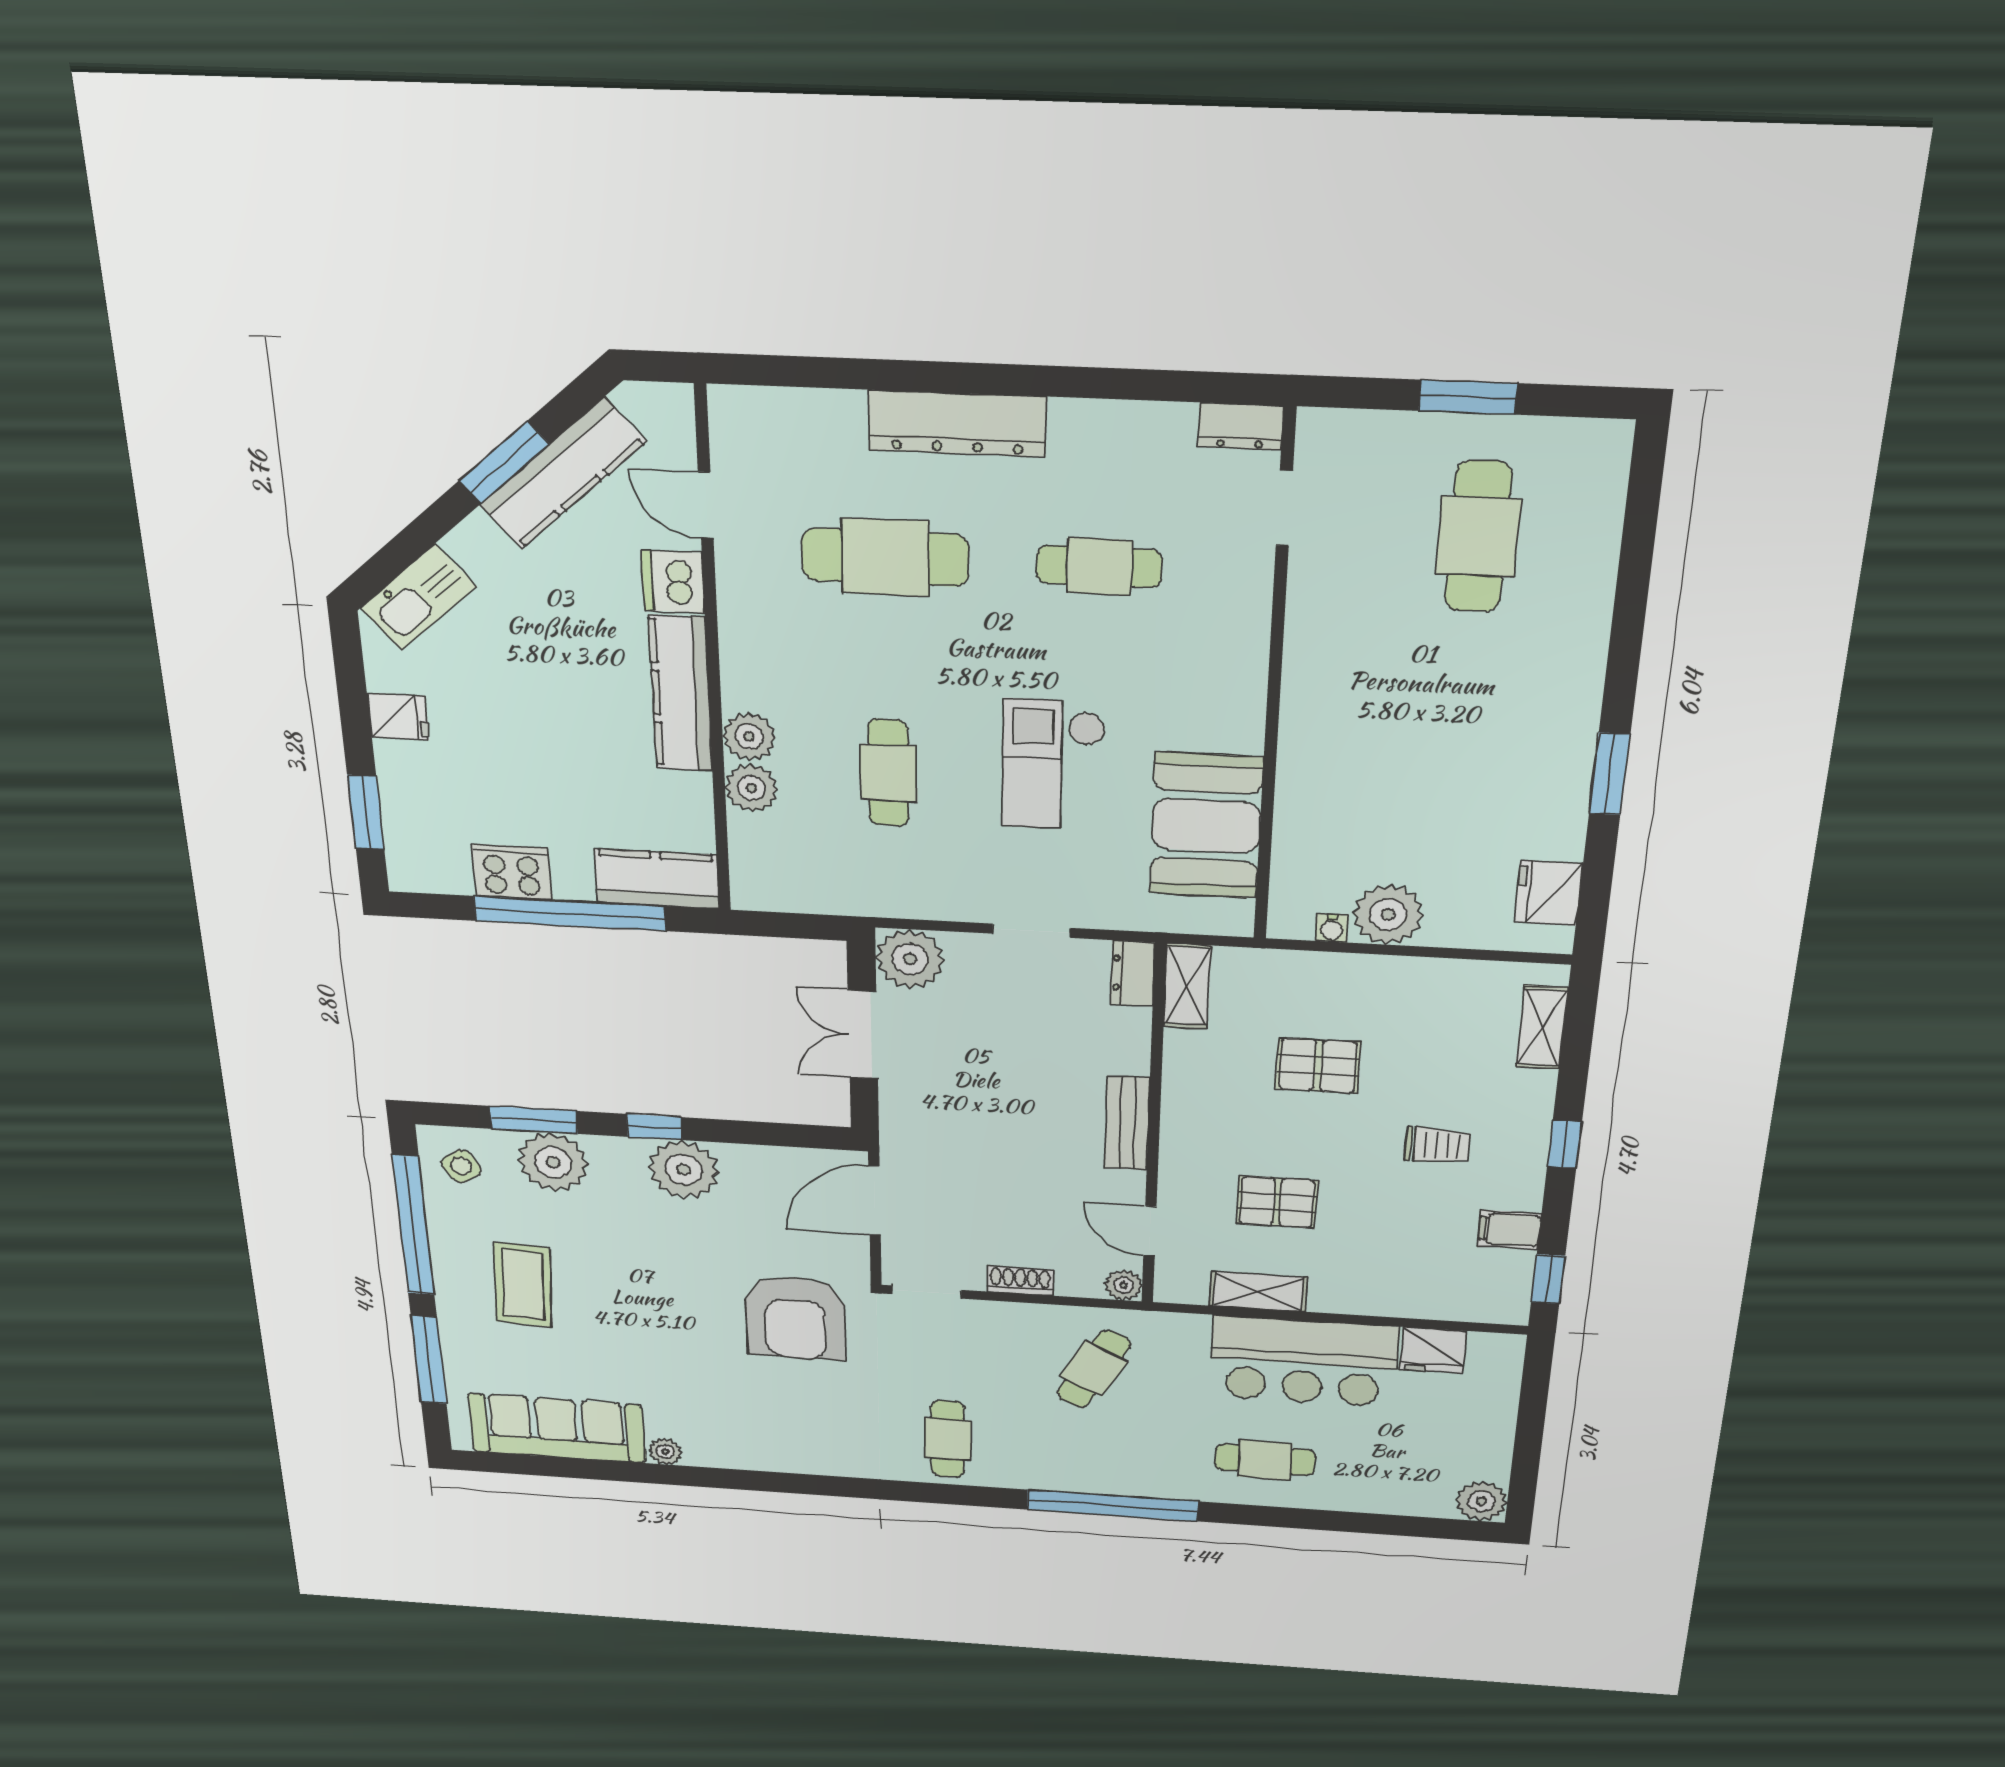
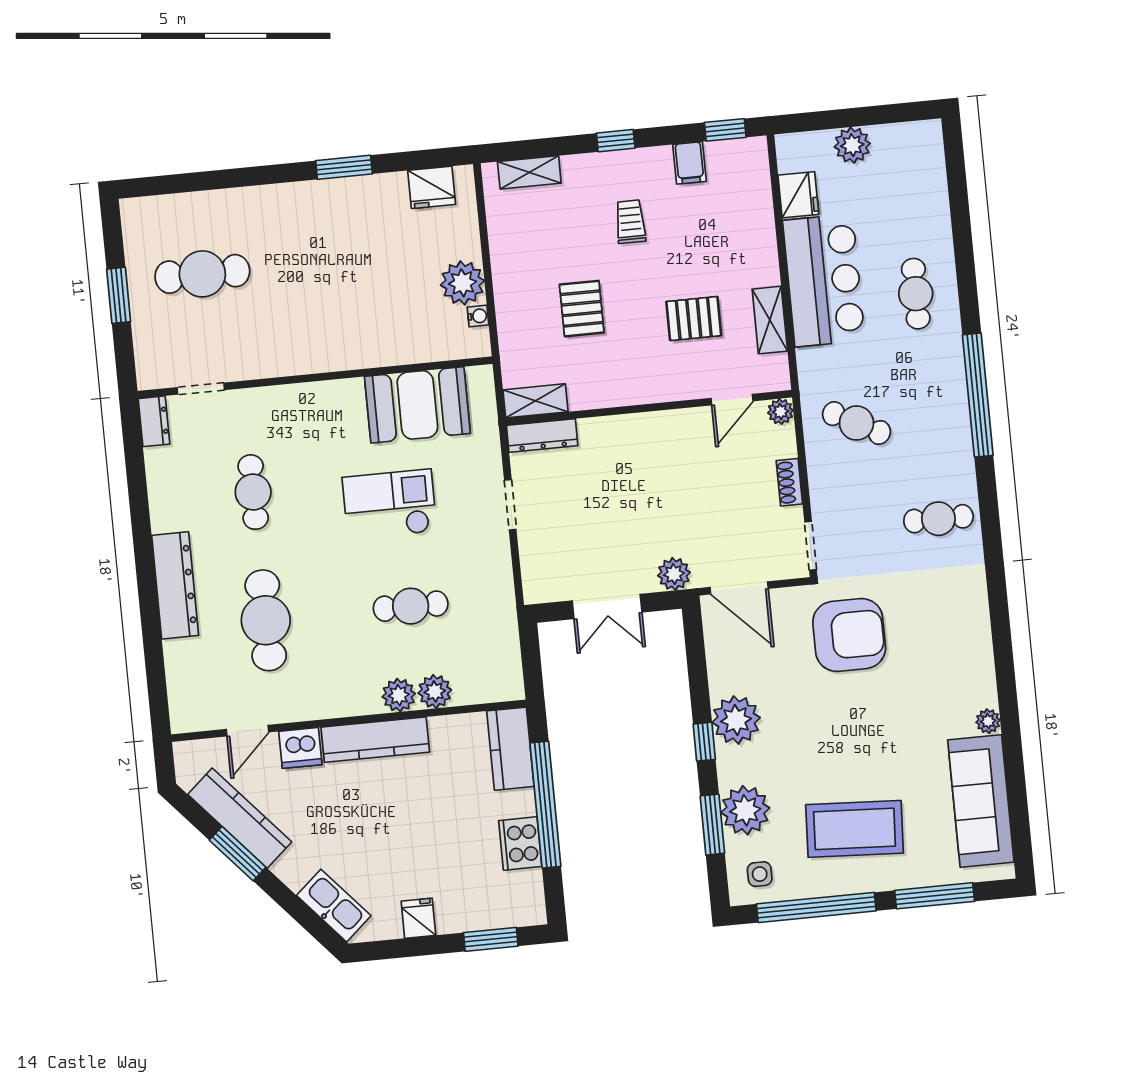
checkout: (1053, 765) -> (390, 504), turned 180
plant: (910, 959) -> (674, 574), moved, width x0.73, depth x0.73
dresser: (1133, 973) -> (542, 436), width x1.44
bench: (1127, 1123) -> (647, 426), removed
side table: (461, 1166) -> (760, 874), turned 34
pallet: (1277, 1202) -> (694, 319), turned 90
coffee table: (523, 1285) -> (855, 829), width x1.36, depth x1.32
plant: (1481, 1501) -> (852, 145), moved

